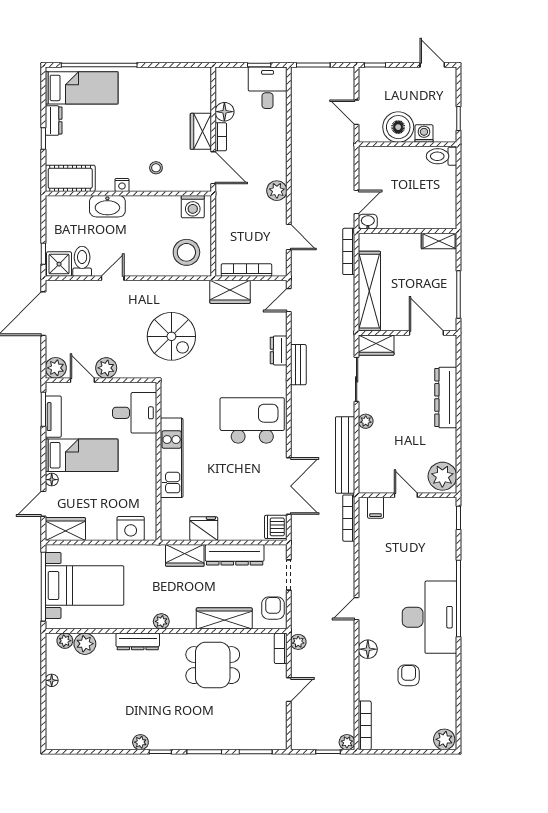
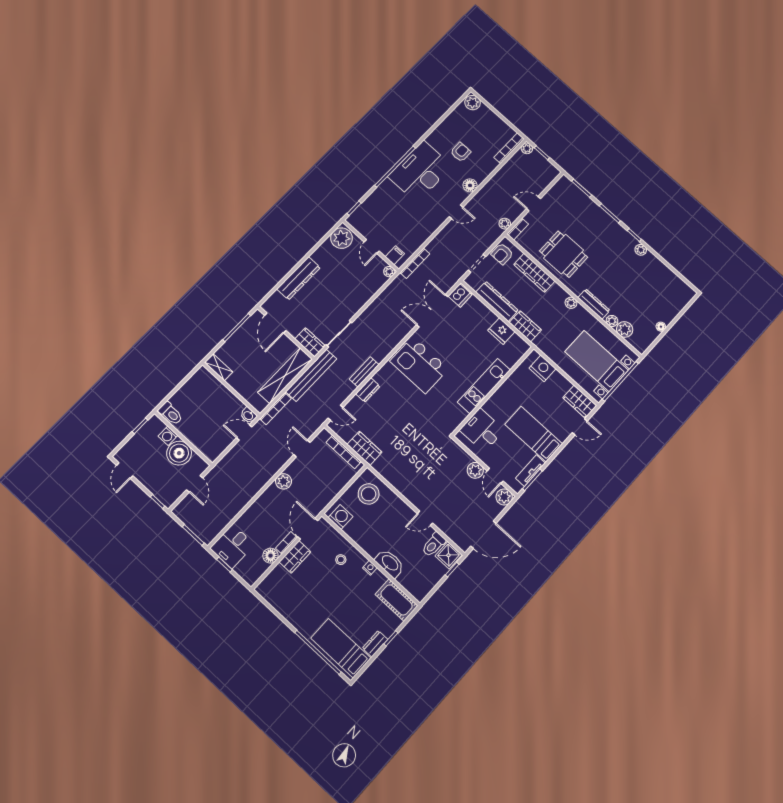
spiral stairs: (171, 336) -> (421, 454), removed
plant: (366, 421) -> (389, 272), moved
bench: (345, 455) -> (311, 375), moved
floor lamp: (52, 480) -> (563, 436), removed
plant: (65, 641) -> (612, 321), moved
armchair: (409, 675) -> (461, 152), turned 180

